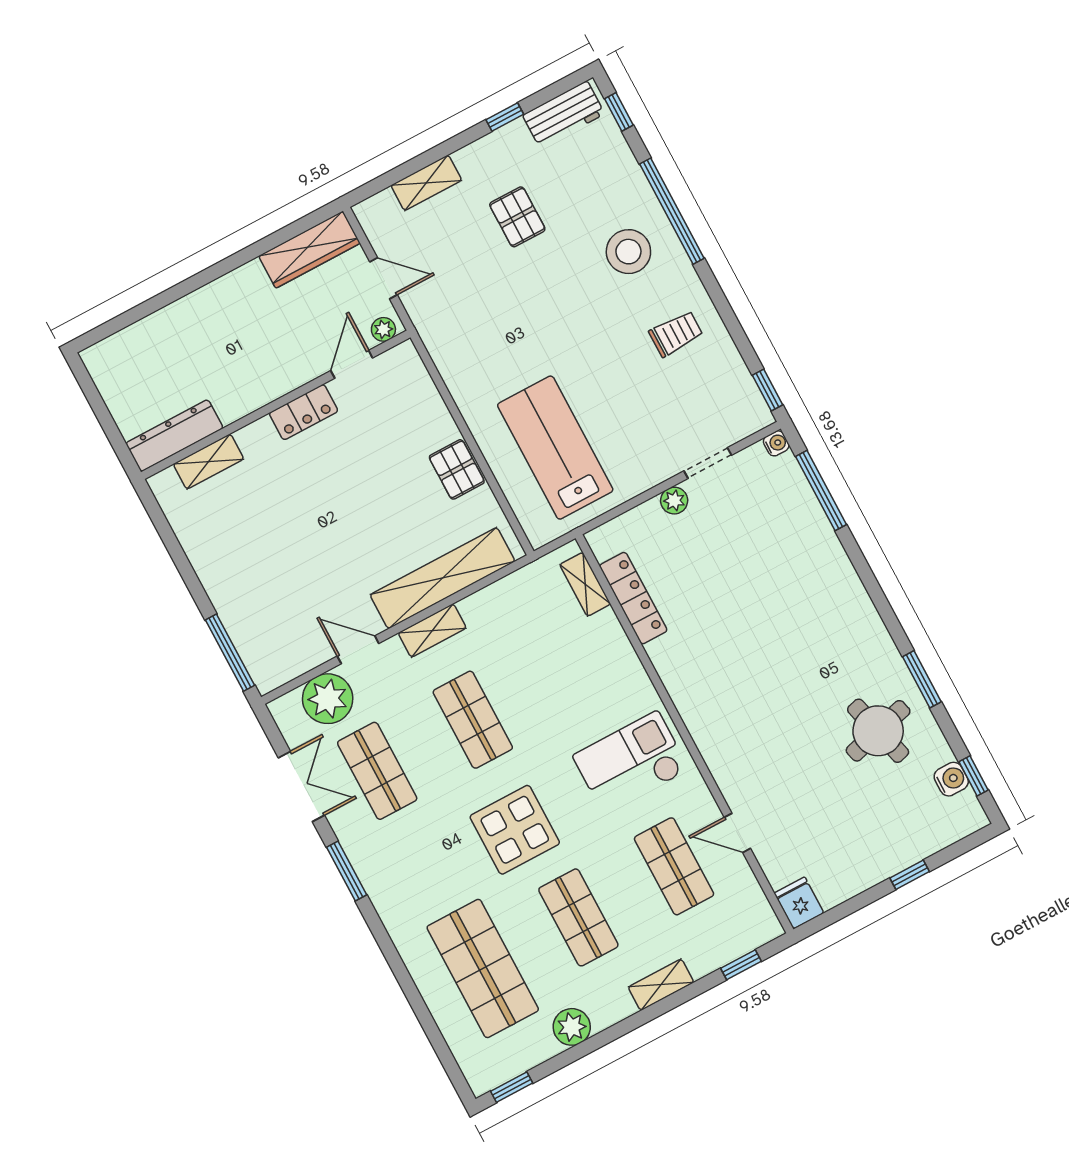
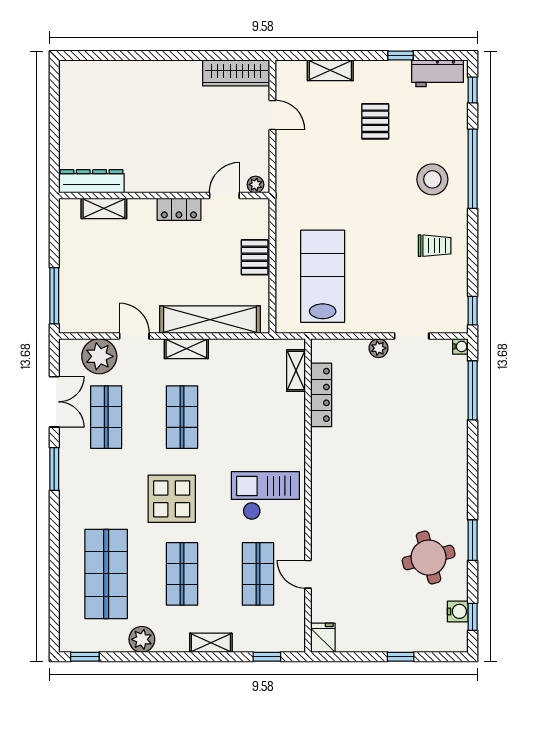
plant: (383, 329) -> (255, 185), moved
door: (352, 364) -> (224, 196), moved
wall: (276, 405) -> (164, 196), moved
locker: (304, 412) -> (179, 209), moved
dresser: (174, 436) -> (91, 181), moved
shelving: (209, 462) -> (104, 208), moved

